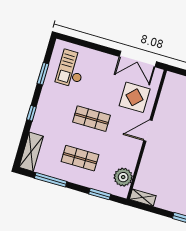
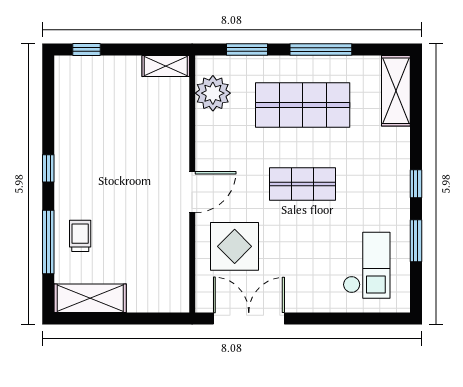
window: (31, 113) -> (416, 184), moved
shop shelf: (80, 158) -> (303, 105), width x1.43, depth x1.36
window: (51, 180) -> (321, 49), moved

